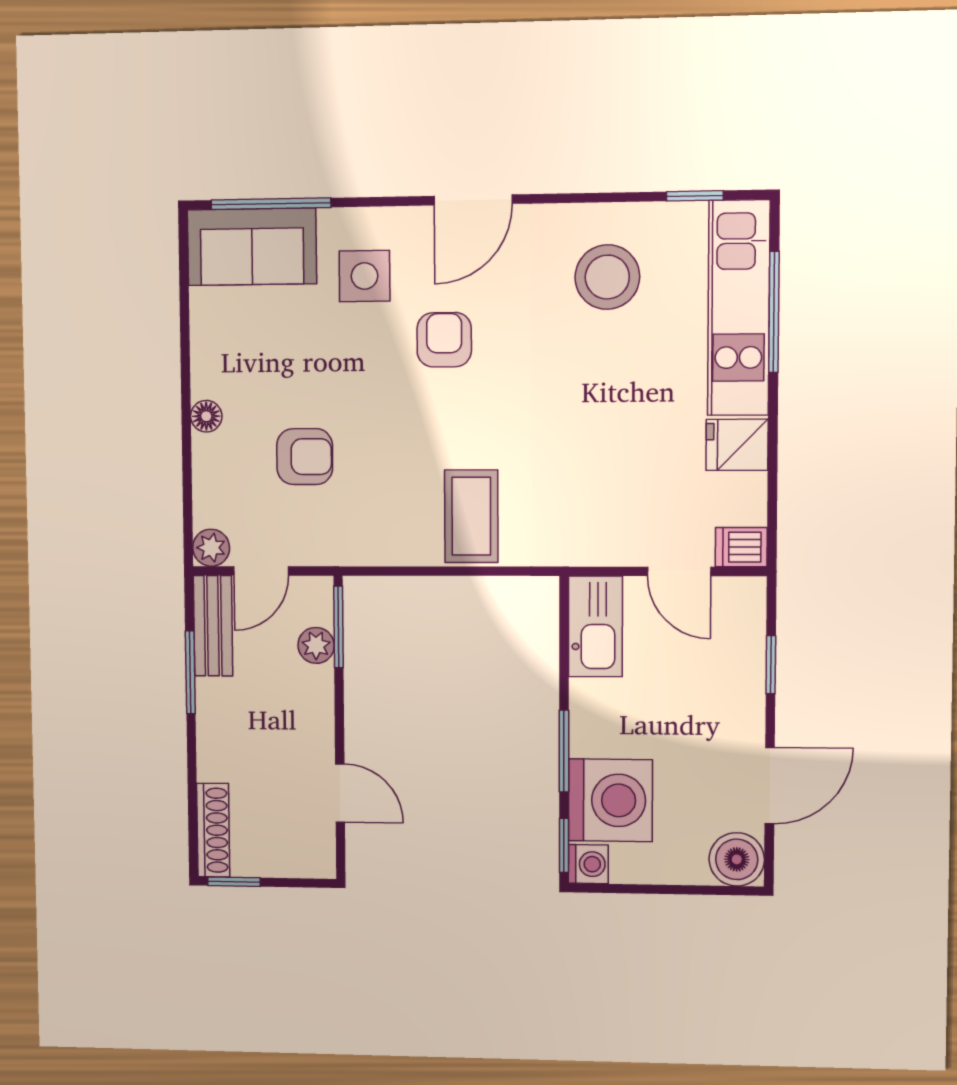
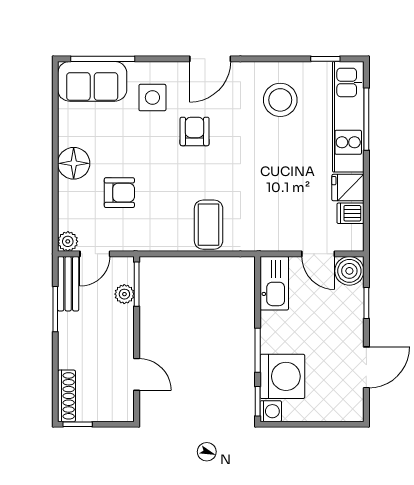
floor lamp: (206, 416) -> (74, 163), width x1.89, depth x1.89
dishwasher: (741, 547) -> (350, 213), moved
boiler: (737, 859) -> (349, 271), moved

